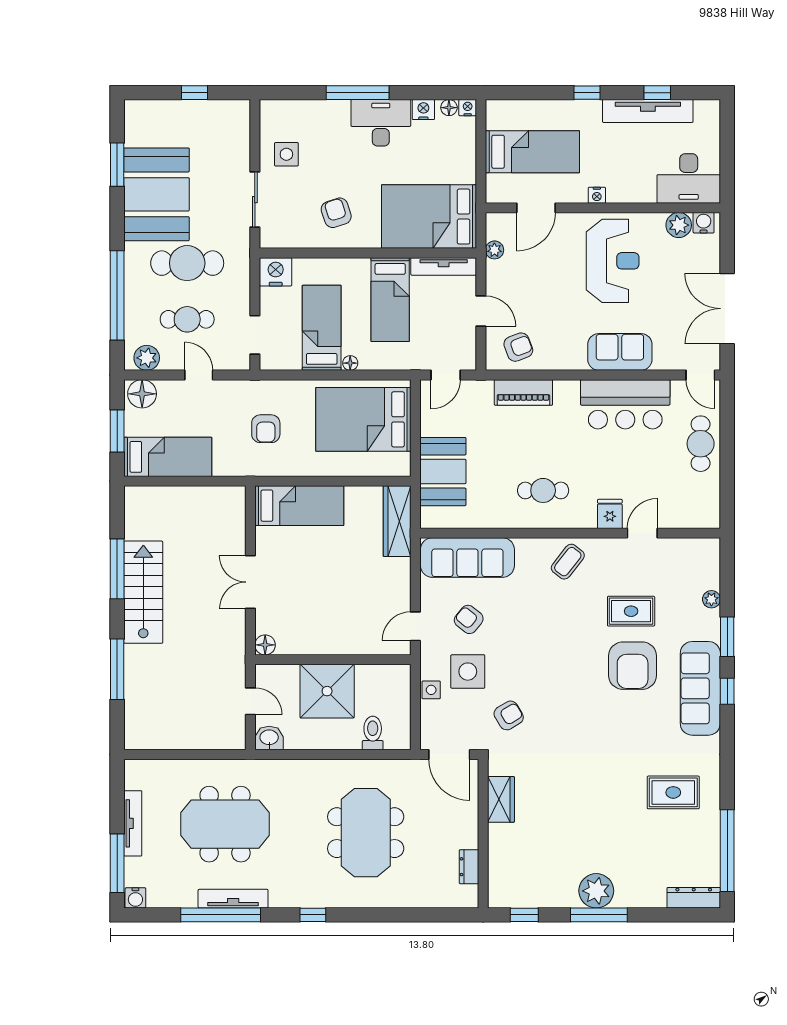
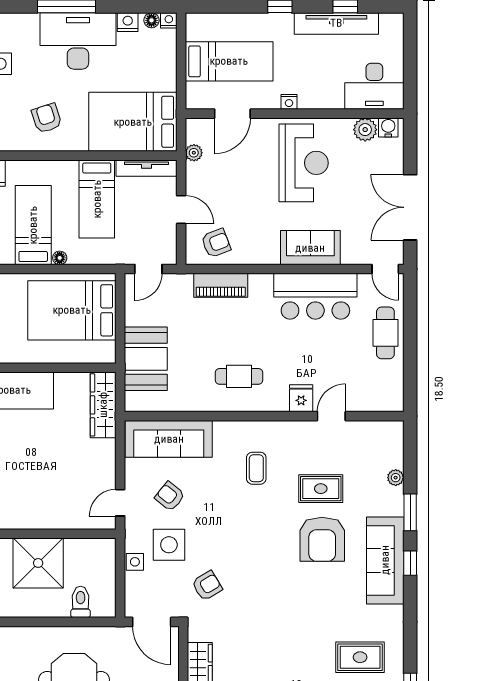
desk: (381, 123) -> (78, 41), width x1.36, depth x1.30
coffee table: (568, 562) -> (256, 468), moved, turned -38

